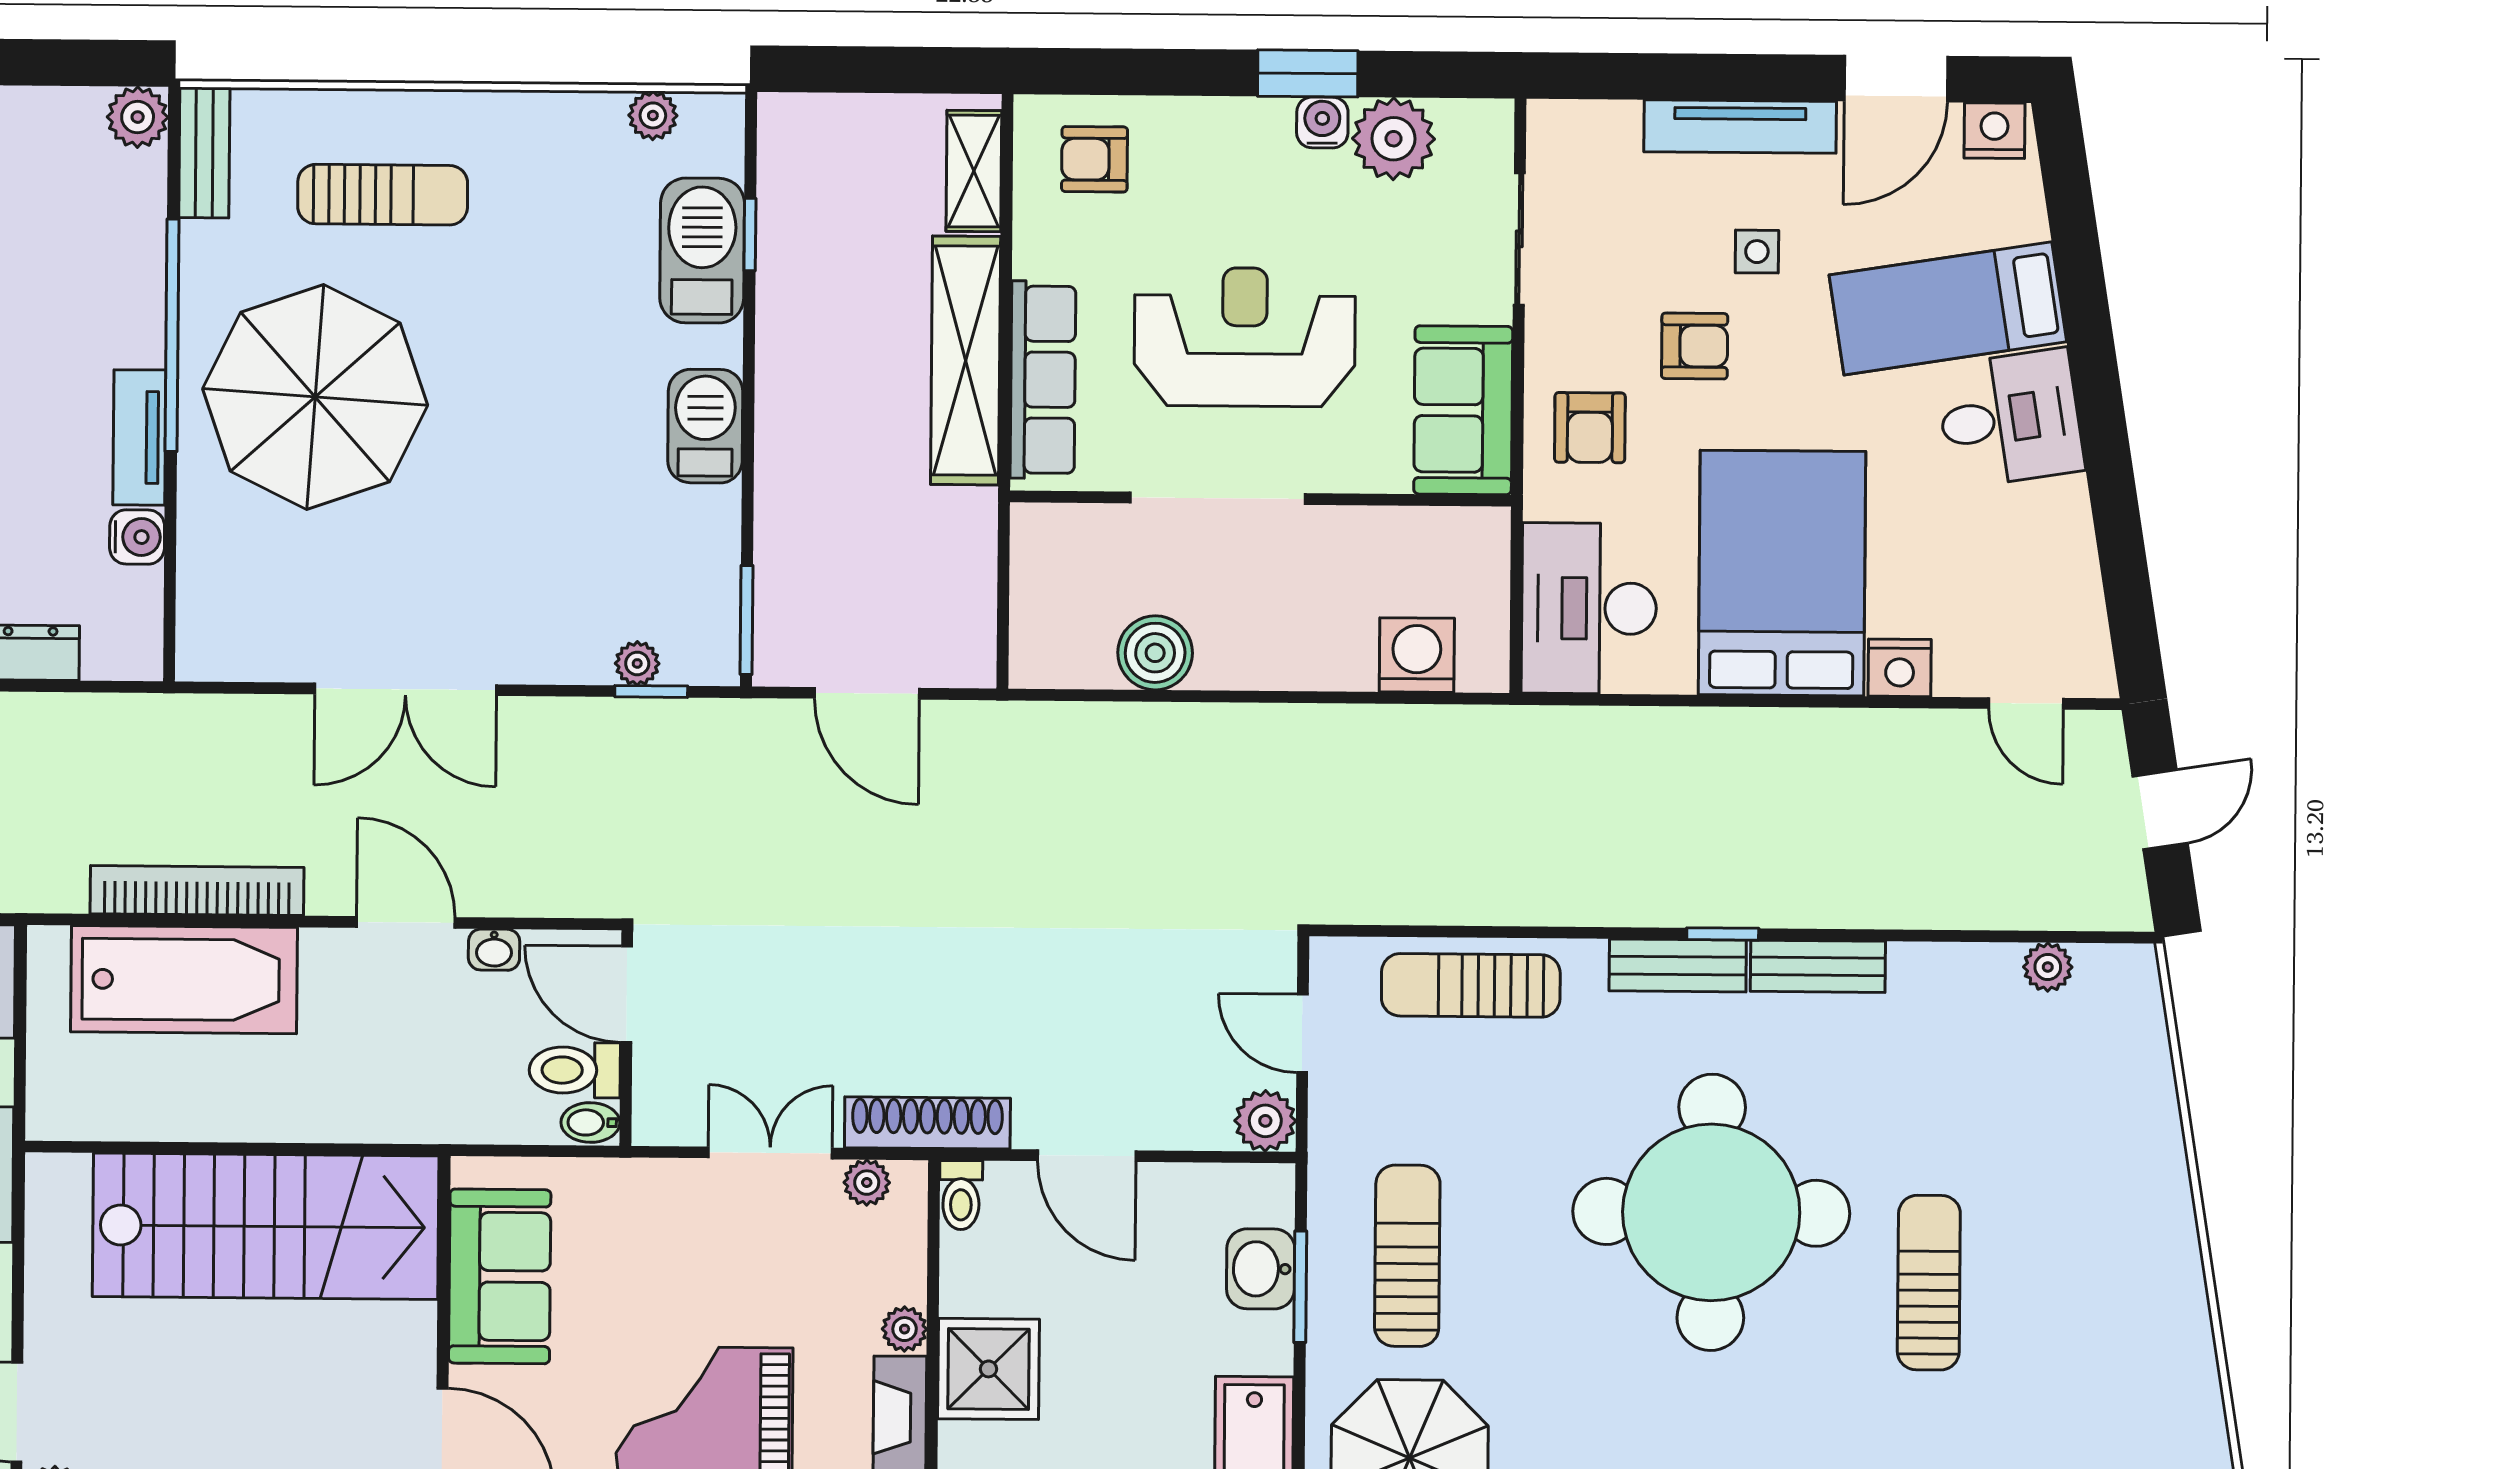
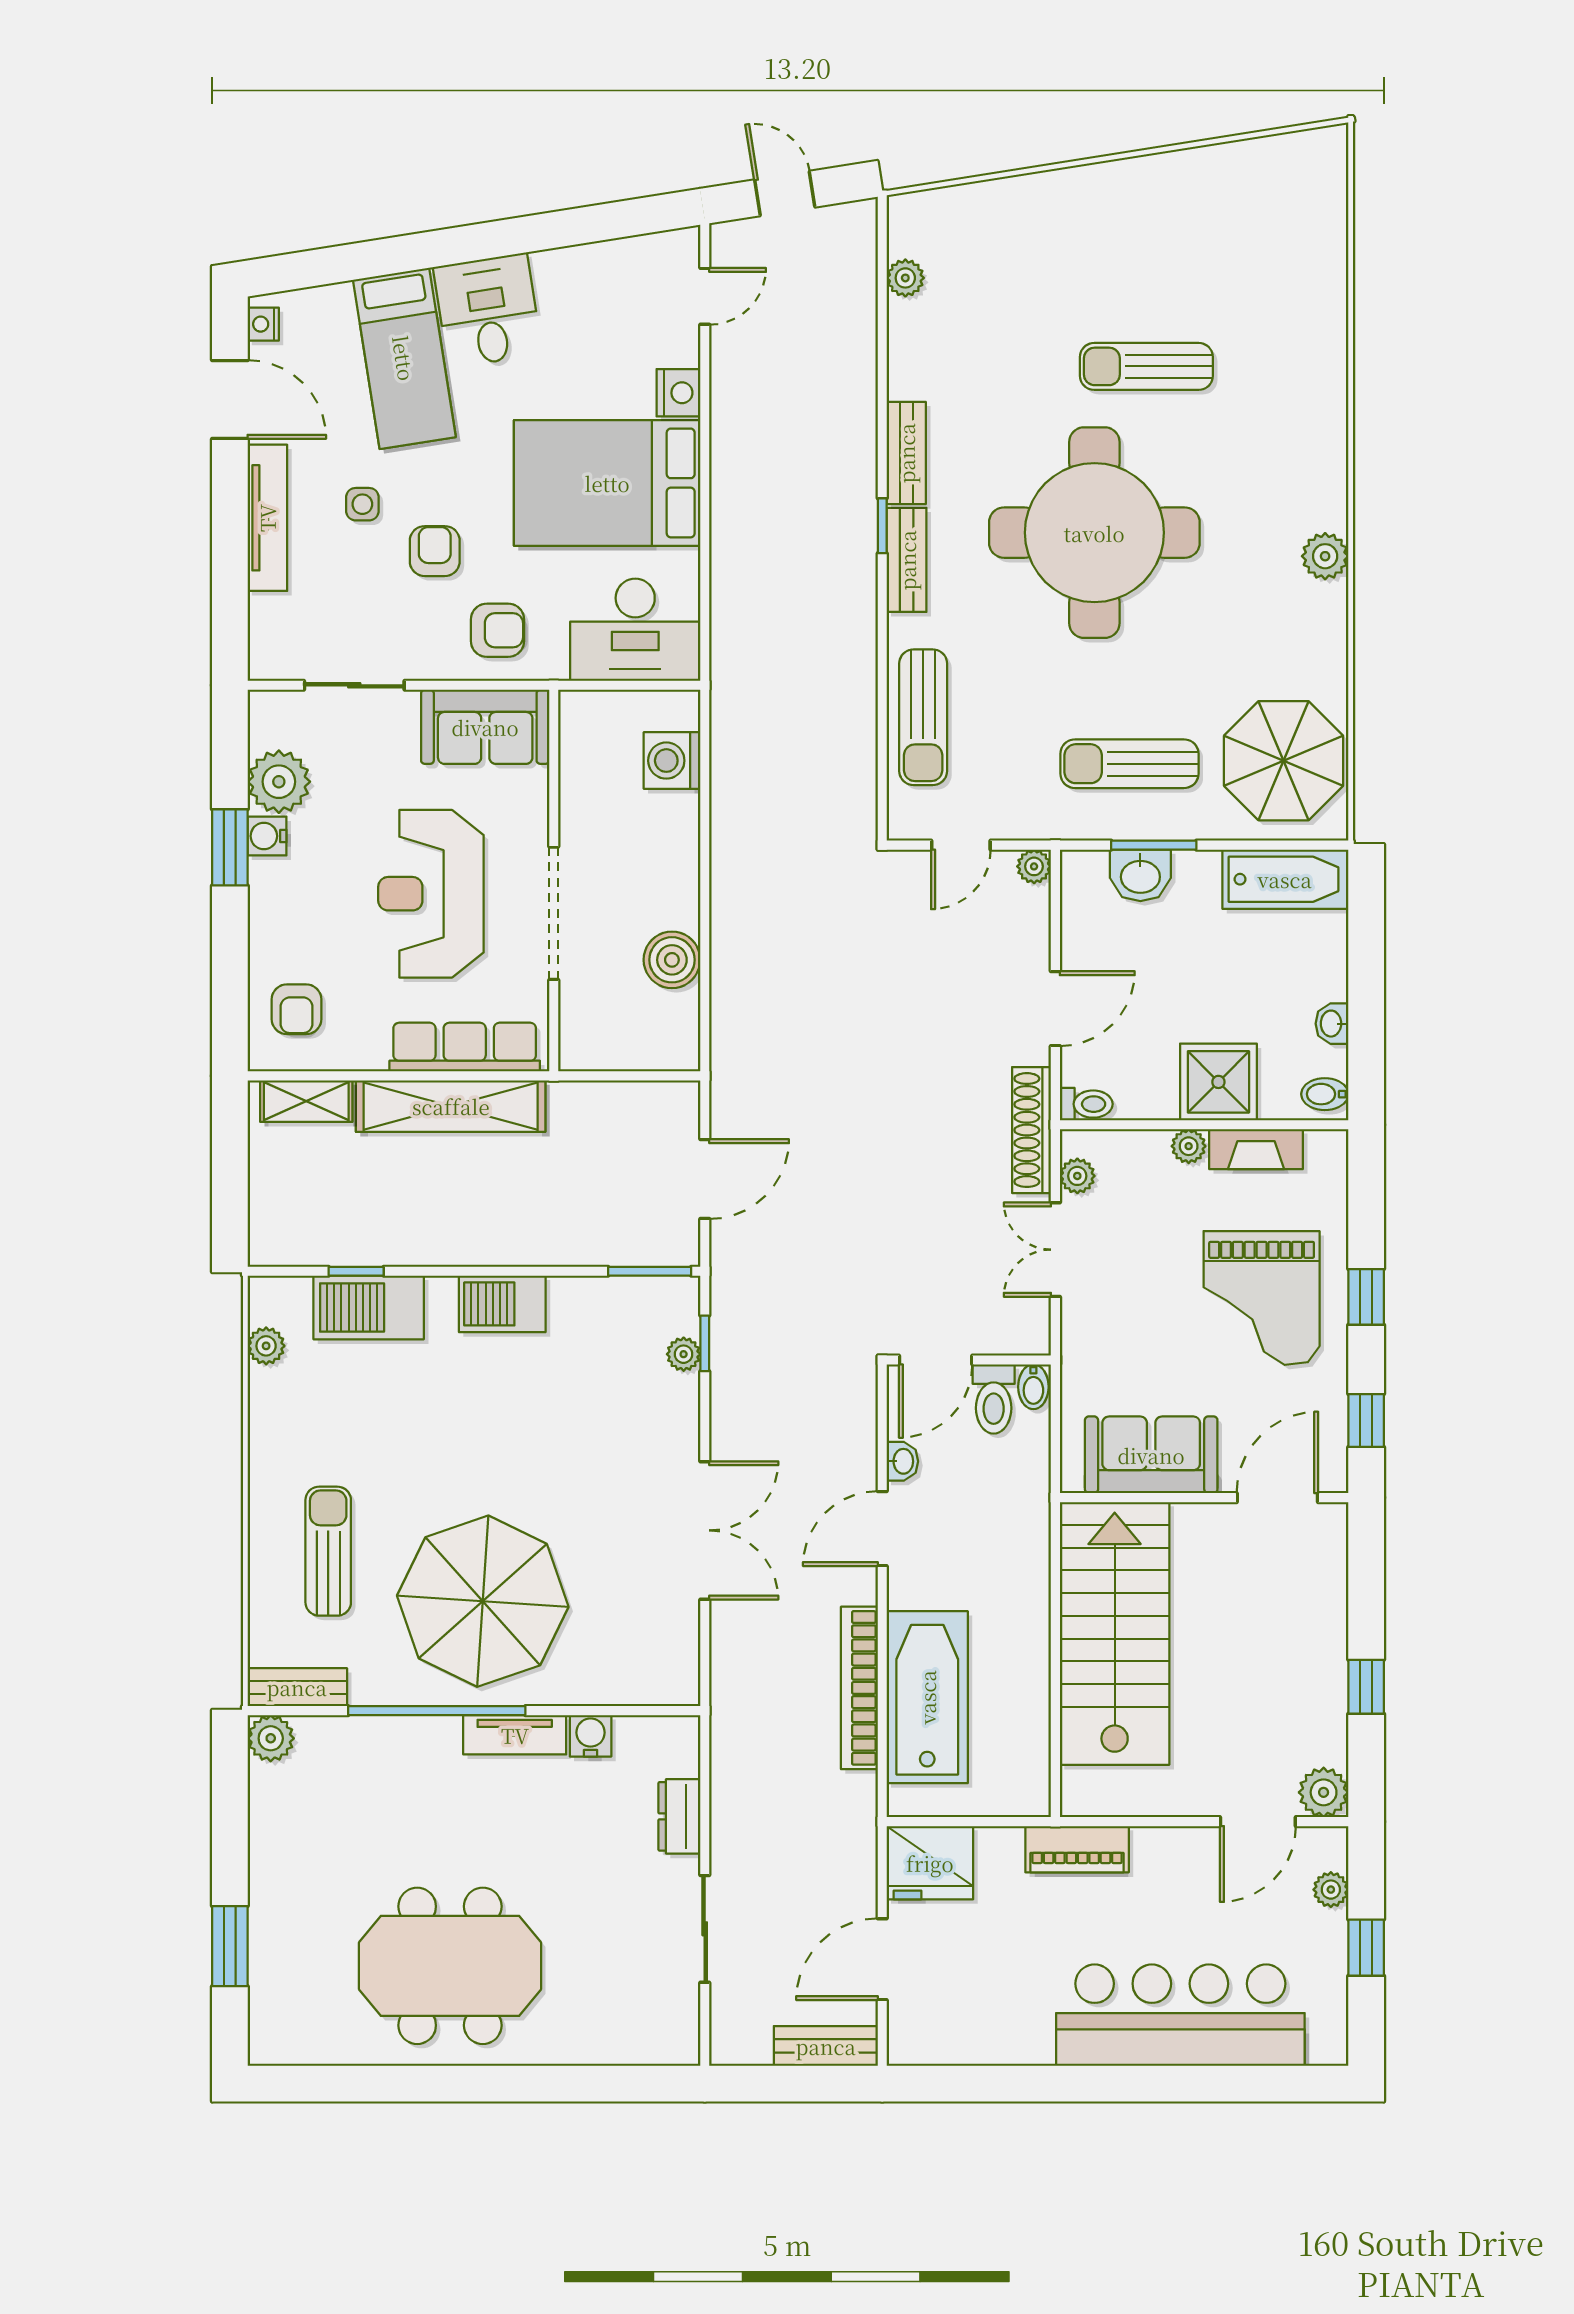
nightstand: (1994, 131) -> (263, 324), width x0.72, depth x0.74
plant: (1265, 1121) -> (1034, 866), width x0.73, depth x0.73

